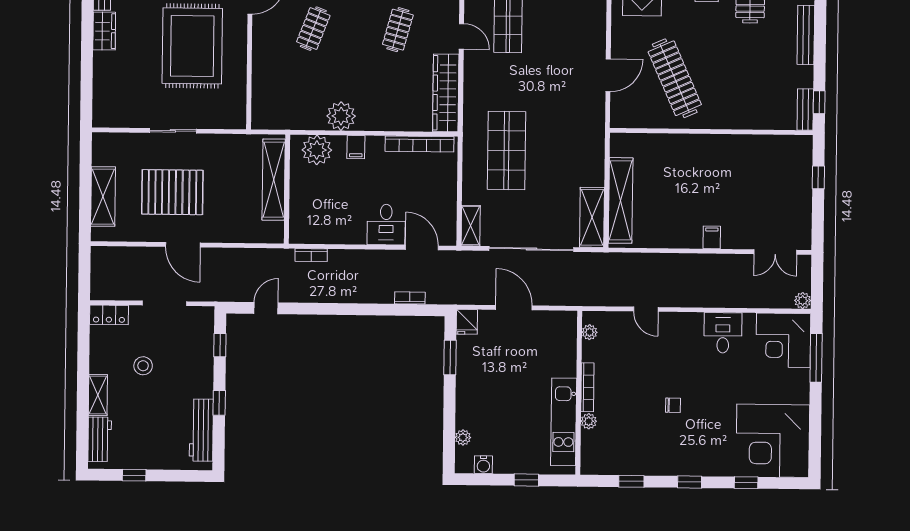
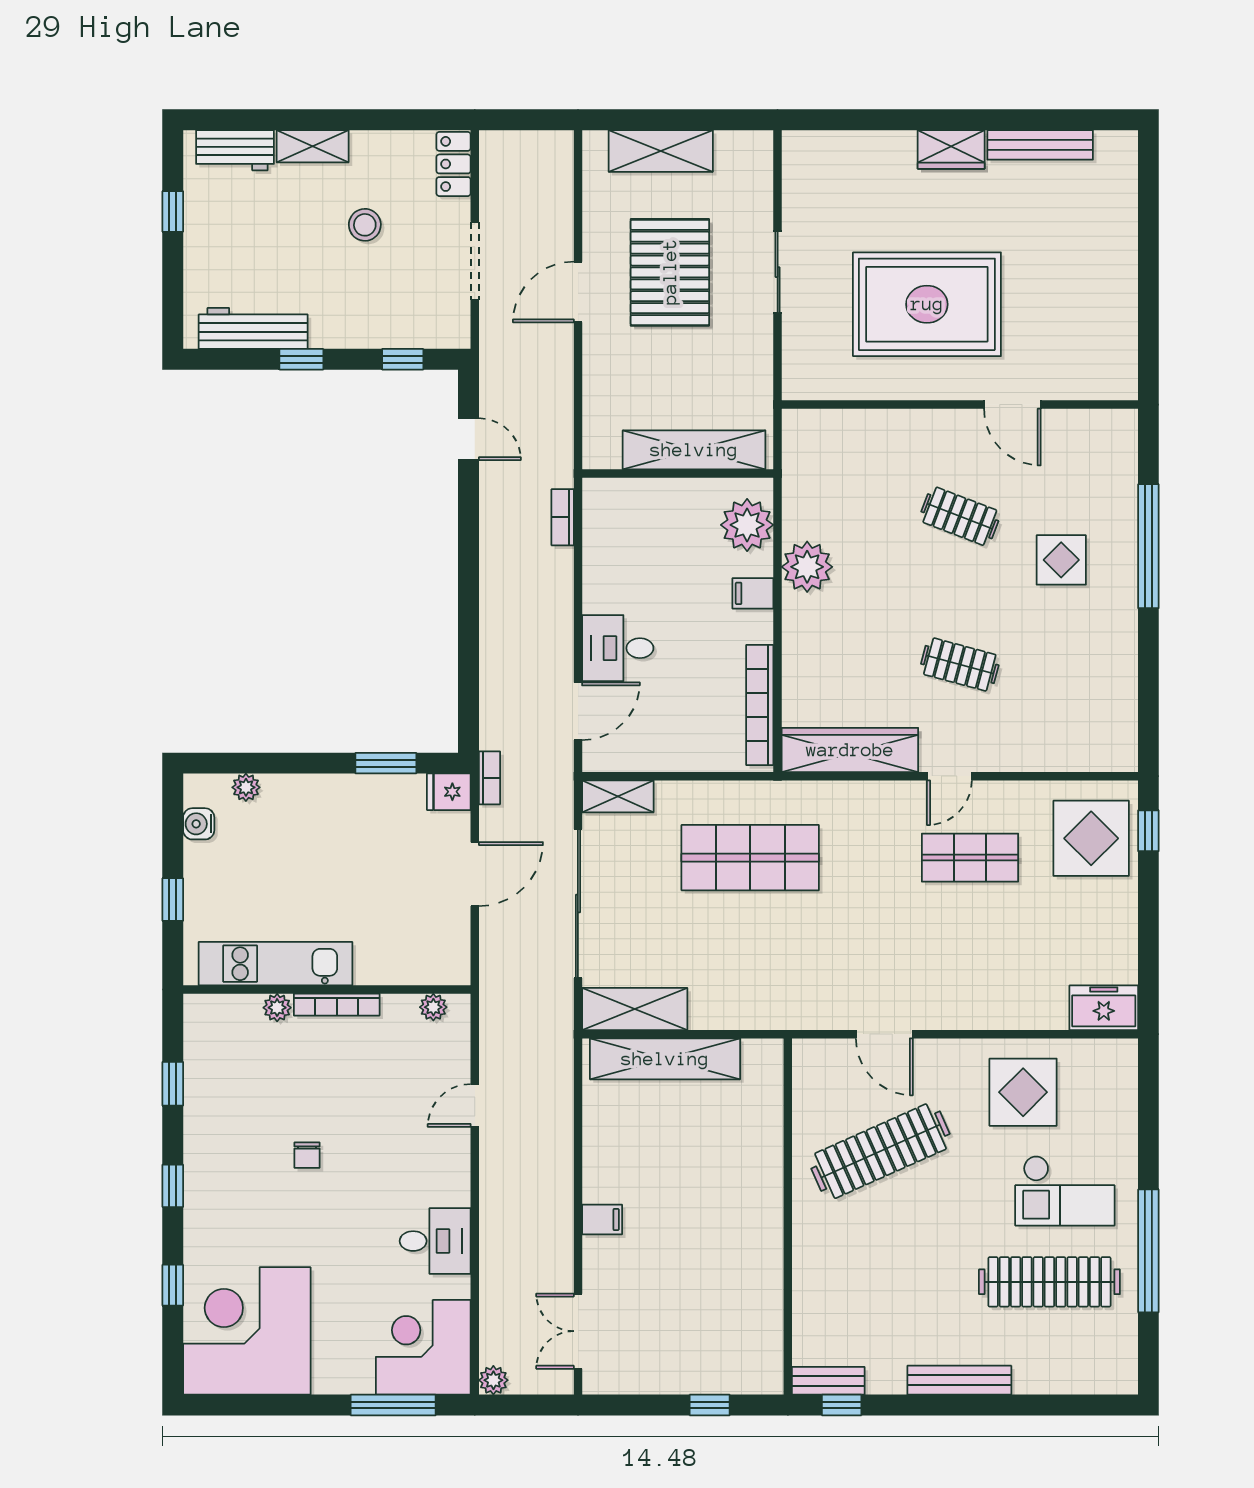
bookcase: (410, 298) -> (489, 778), moved

